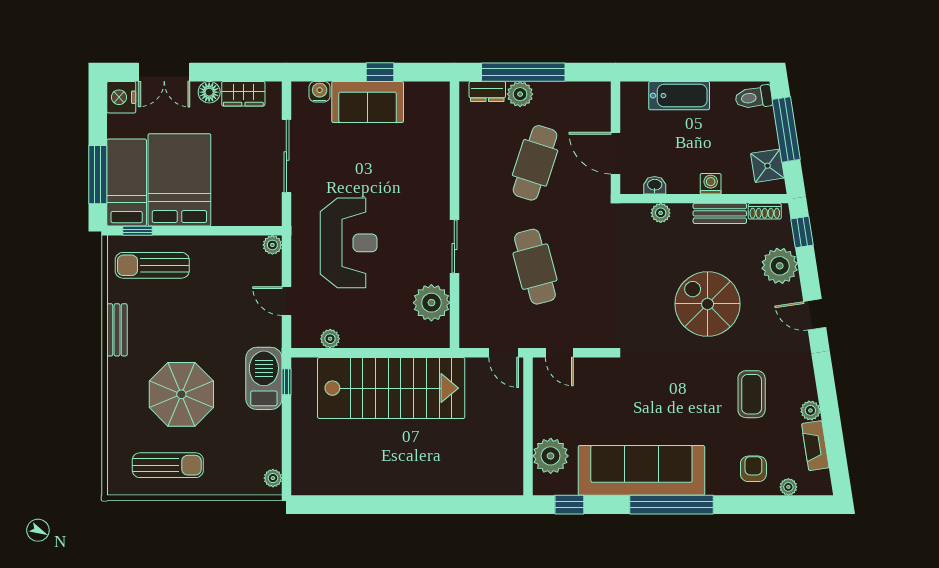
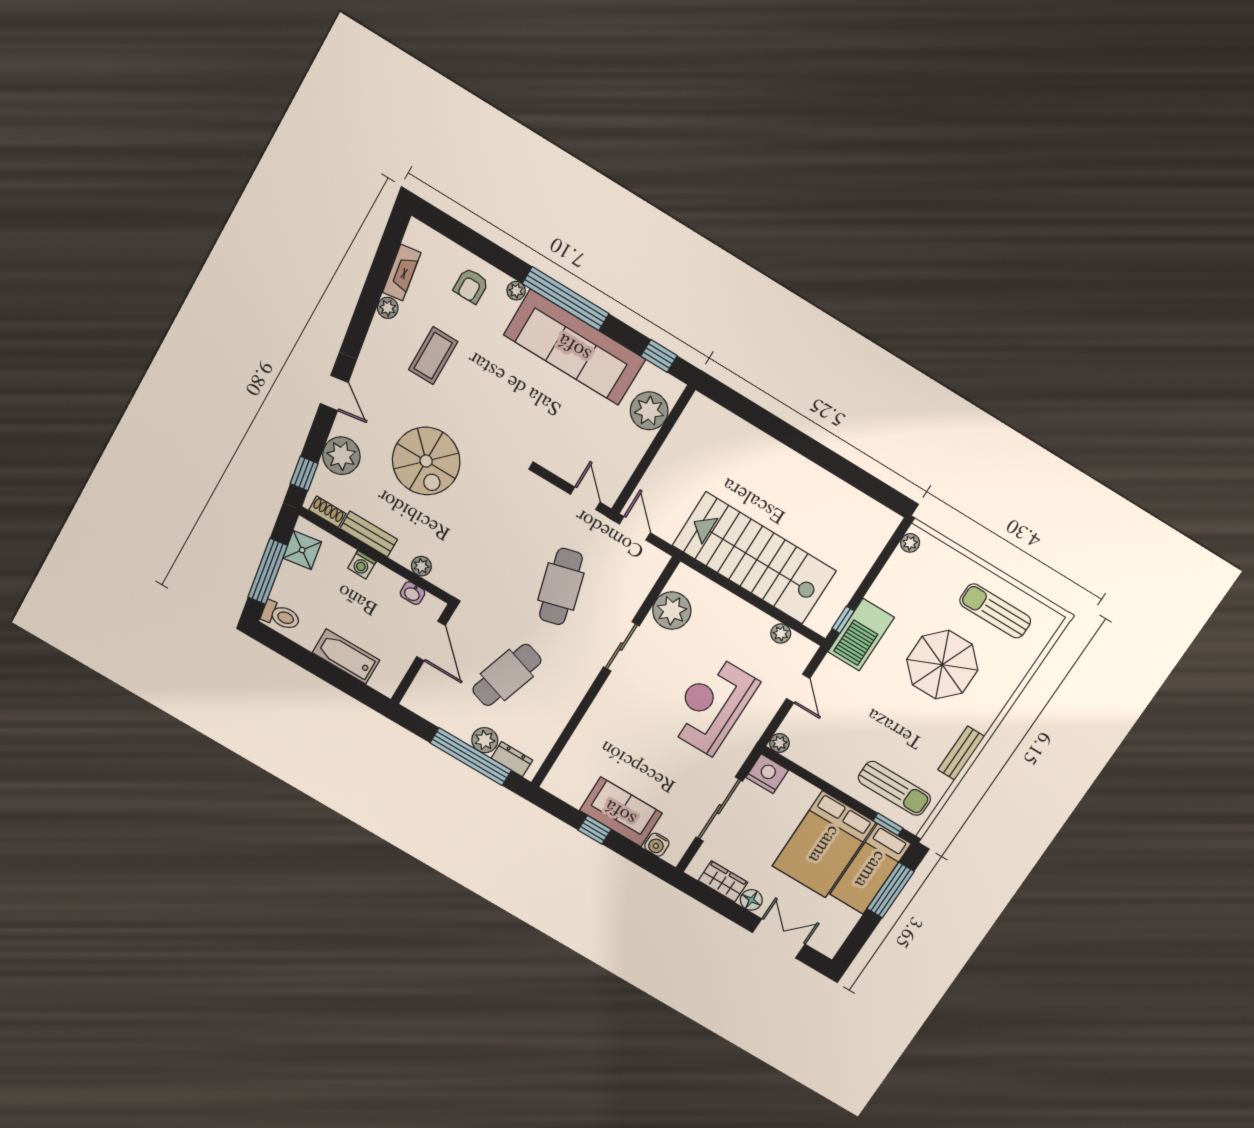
nightstand: (121, 97) -> (767, 774), moved, turned -90
plant: (788, 487) -> (516, 291), moved

